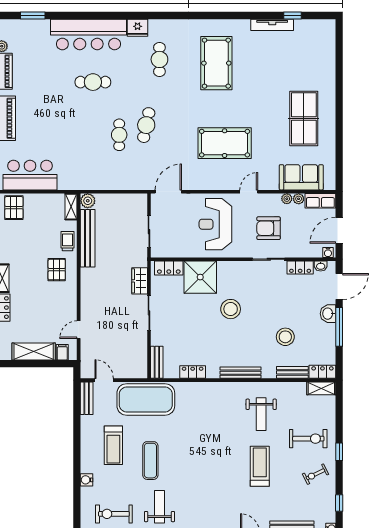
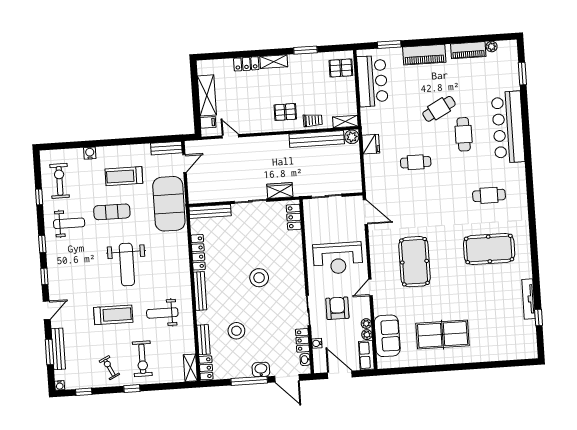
fridge: (138, 28) -> (371, 144), moved, turned 180
cafe table: (146, 125) -> (439, 109), moved, turned -40
door: (249, 192) -> (370, 287), swing flipped
reception desk: (215, 224) -> (338, 258), turned 180
water cooler: (328, 252) -> (317, 343), moved
shower: (200, 277) -> (287, 247), removed
bench: (157, 362) -> (210, 211), width x1.36
locker: (193, 372) -> (198, 252), width x1.53
weight bench: (207, 448) -> (127, 264), added

